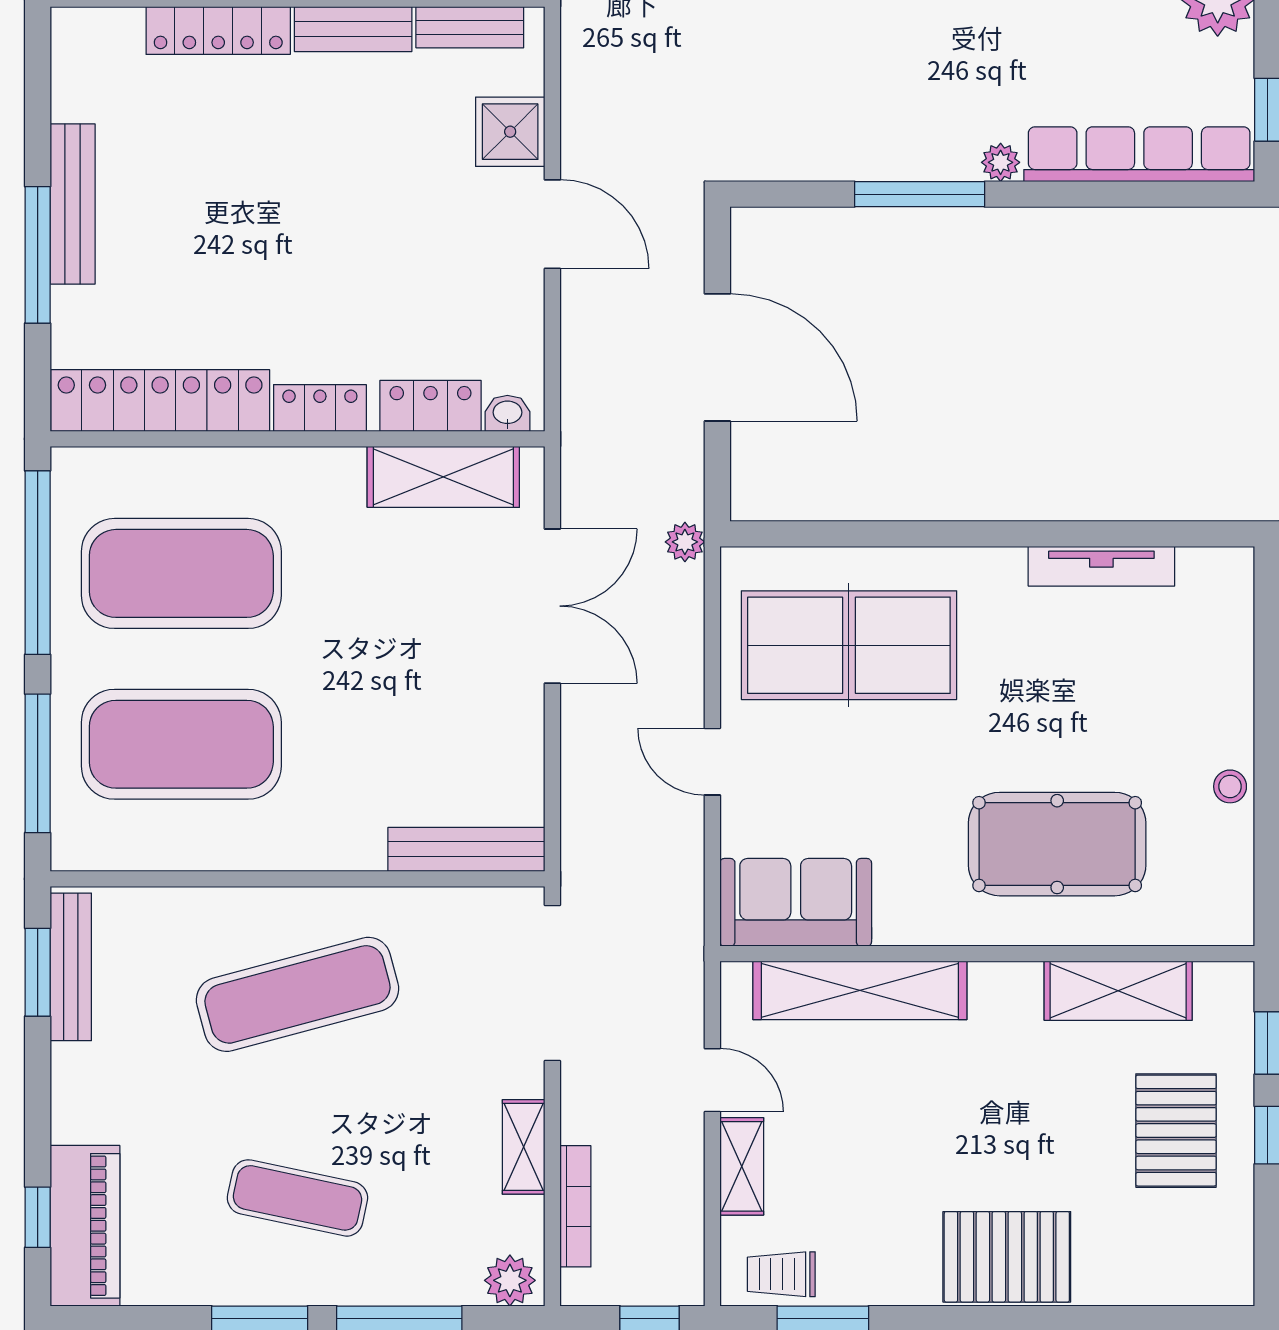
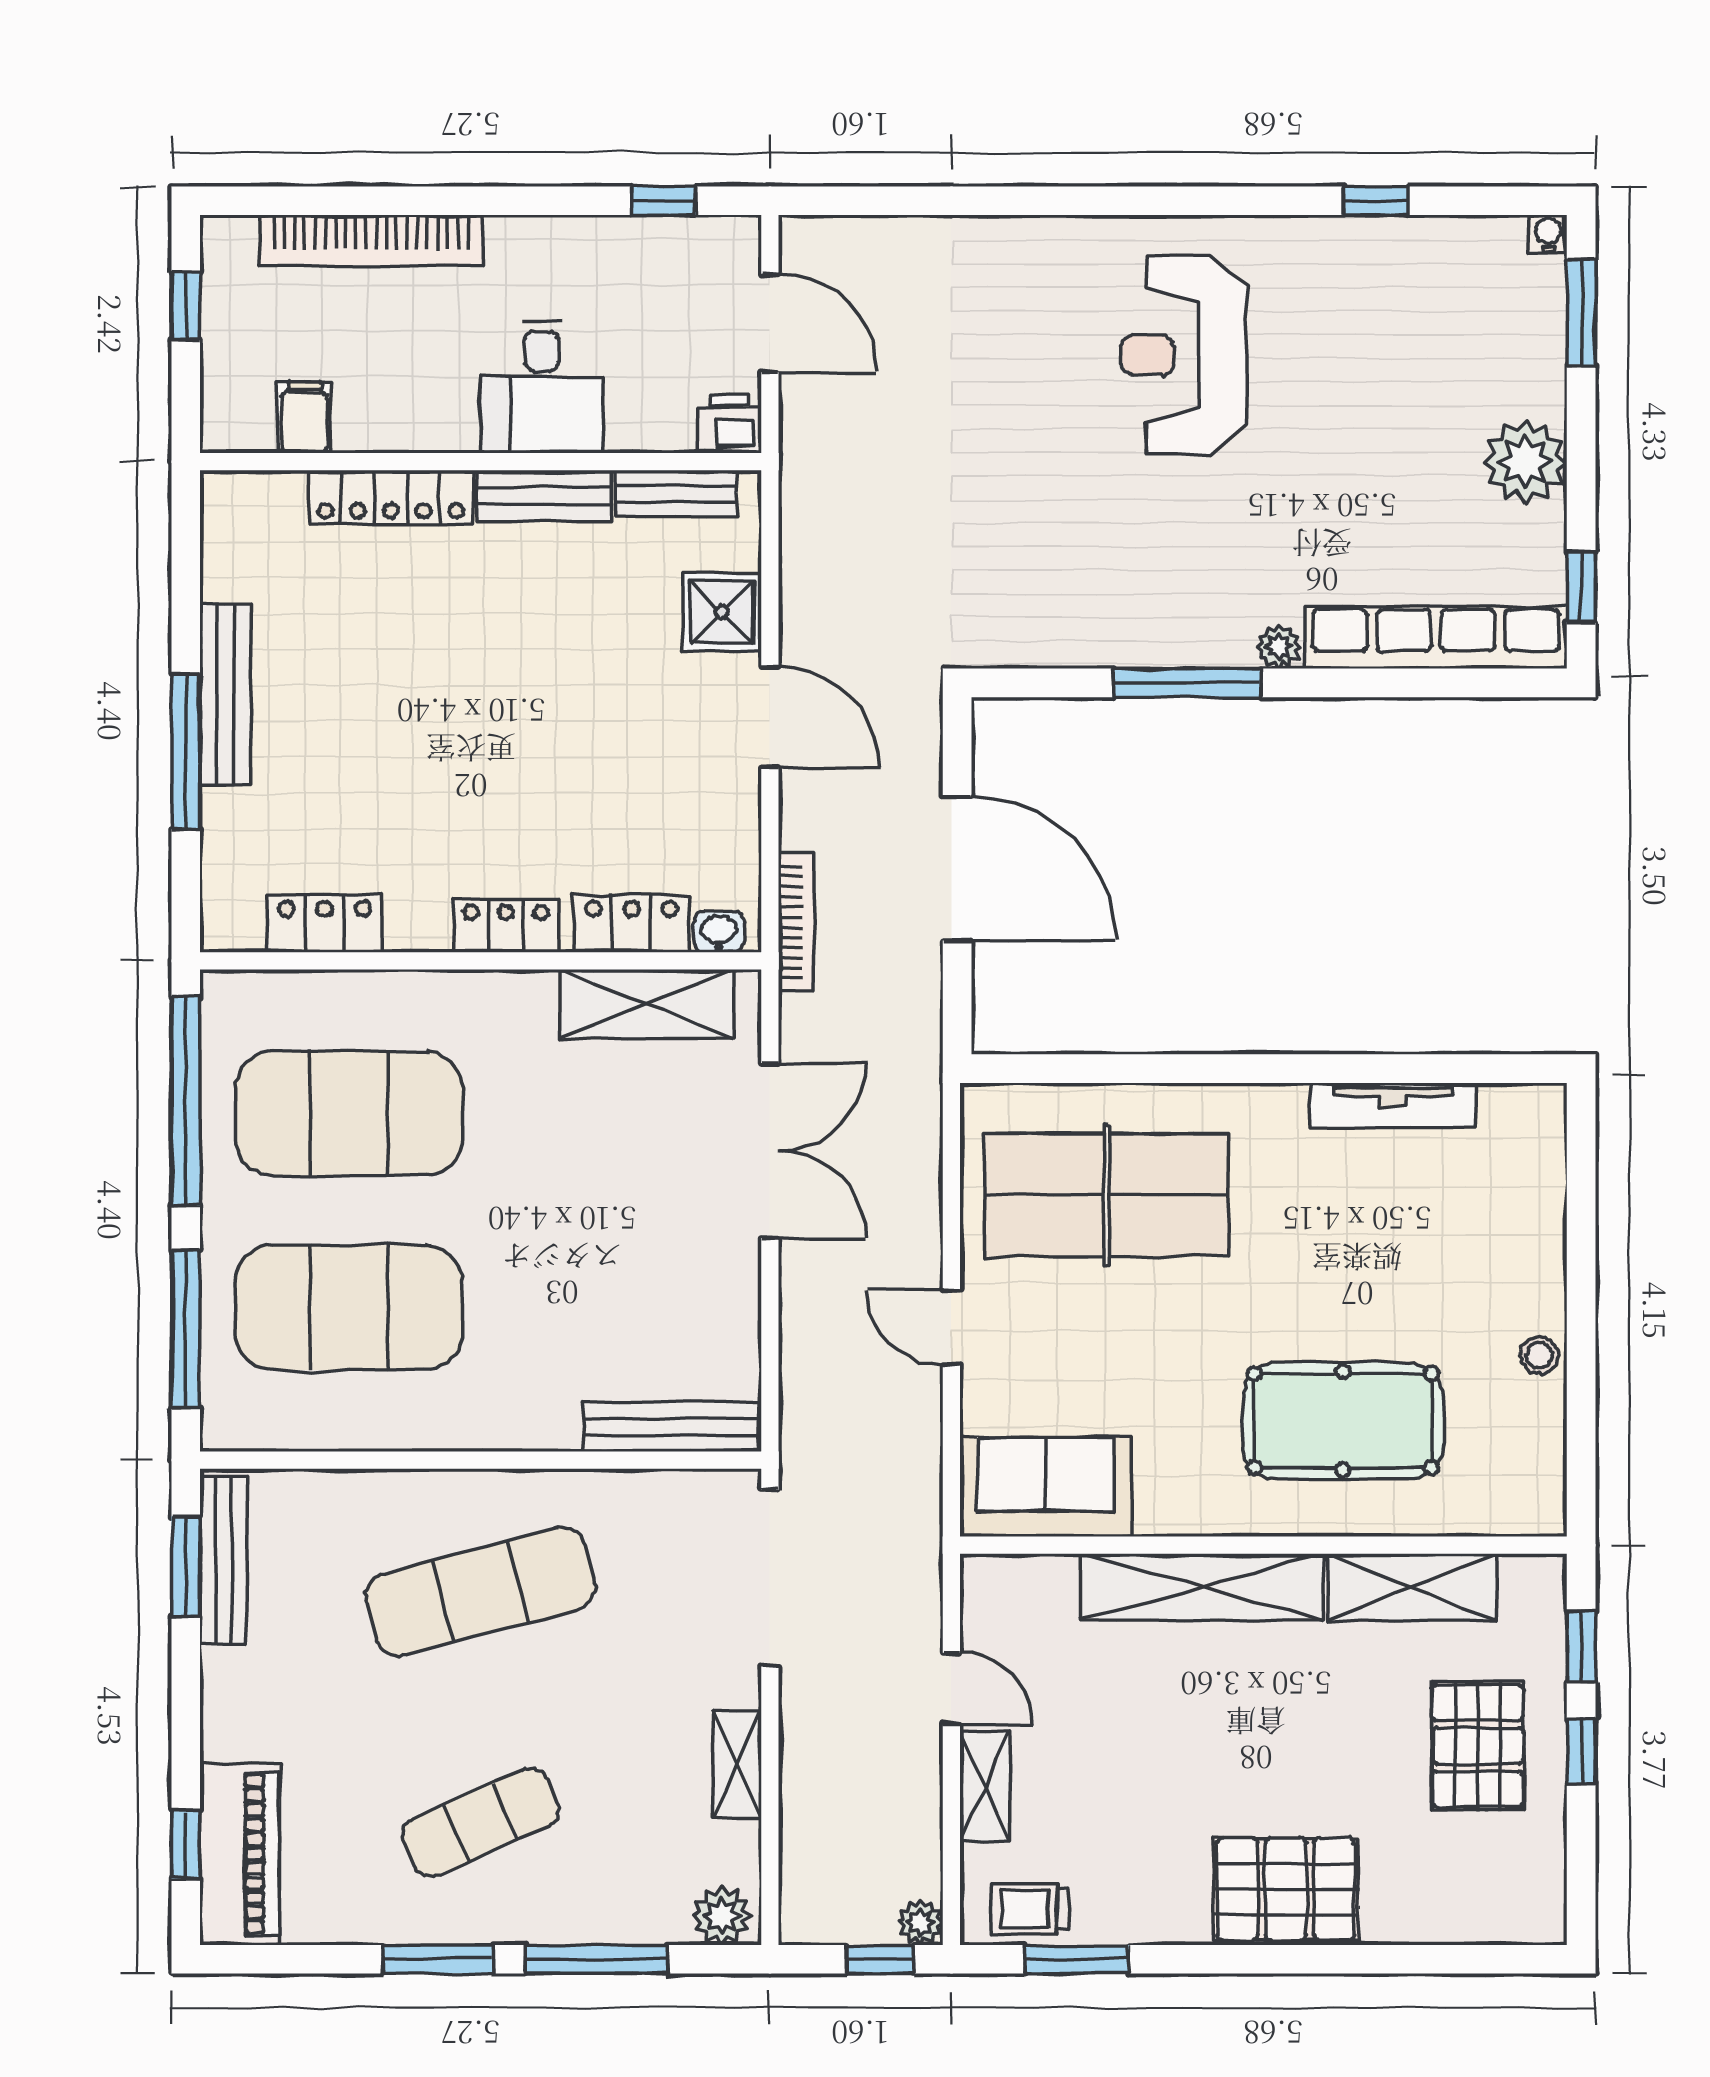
locker: (160, 400) -> (325, 923), width x0.46, depth x0.83
plant: (685, 542) -> (920, 1922), moved
shelving: (860, 990) -> (1202, 1587), moved
exercise mat: (297, 1198) -> (481, 1822), turned -36
bookcase: (575, 1206) -> (796, 922), moved

